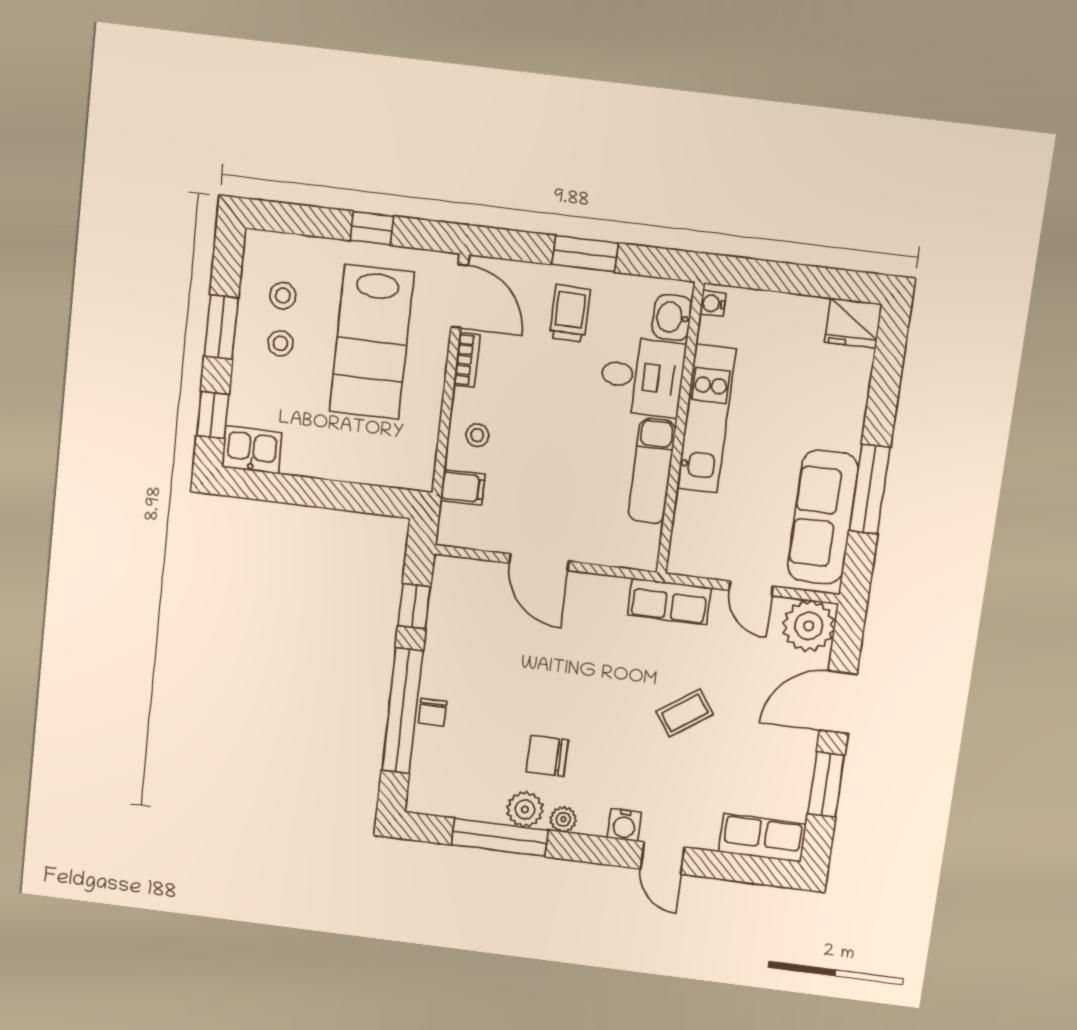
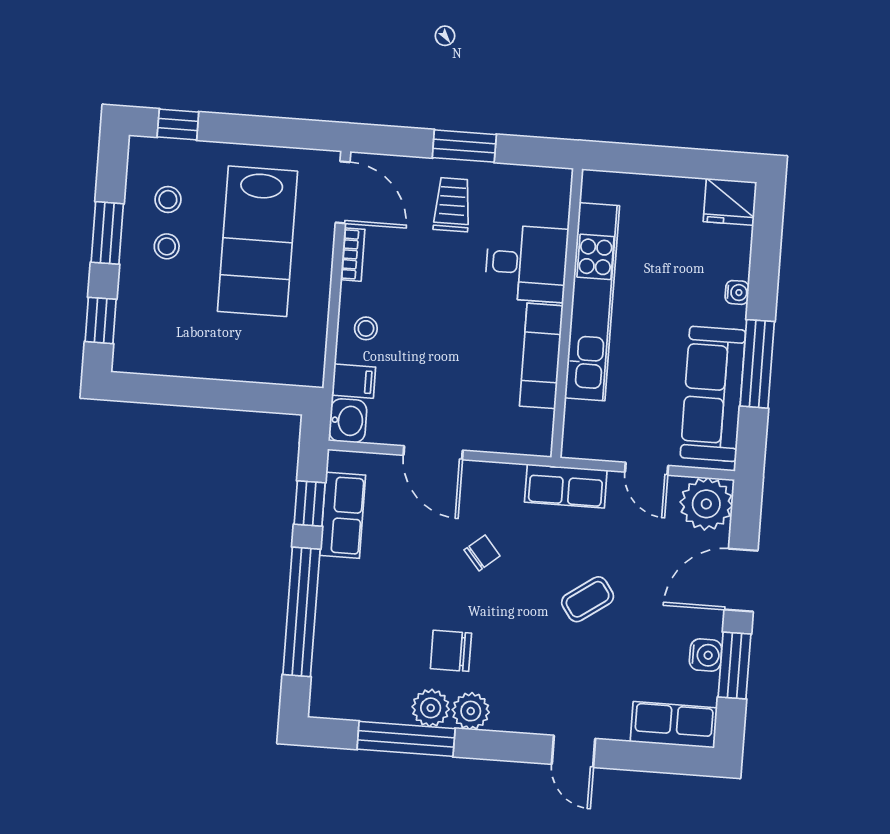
window: (372, 228) -> (178, 125), moved
water cooler: (713, 303) -> (737, 292), moved, turned 180
washbasin: (672, 317) -> (348, 421), moved, turned 180
kitchen unit: (706, 419) -> (592, 302), width x1.36
kitchen sink: (252, 450) -> (141, 353), removed
row of seats: (446, 619) -> (343, 515), added
chair: (433, 712) -> (482, 553), moved, turned -130
plant: (563, 819) -> (471, 711), width x1.38, depth x1.38
water cooler: (624, 825) -> (706, 655), moved, turned -90

